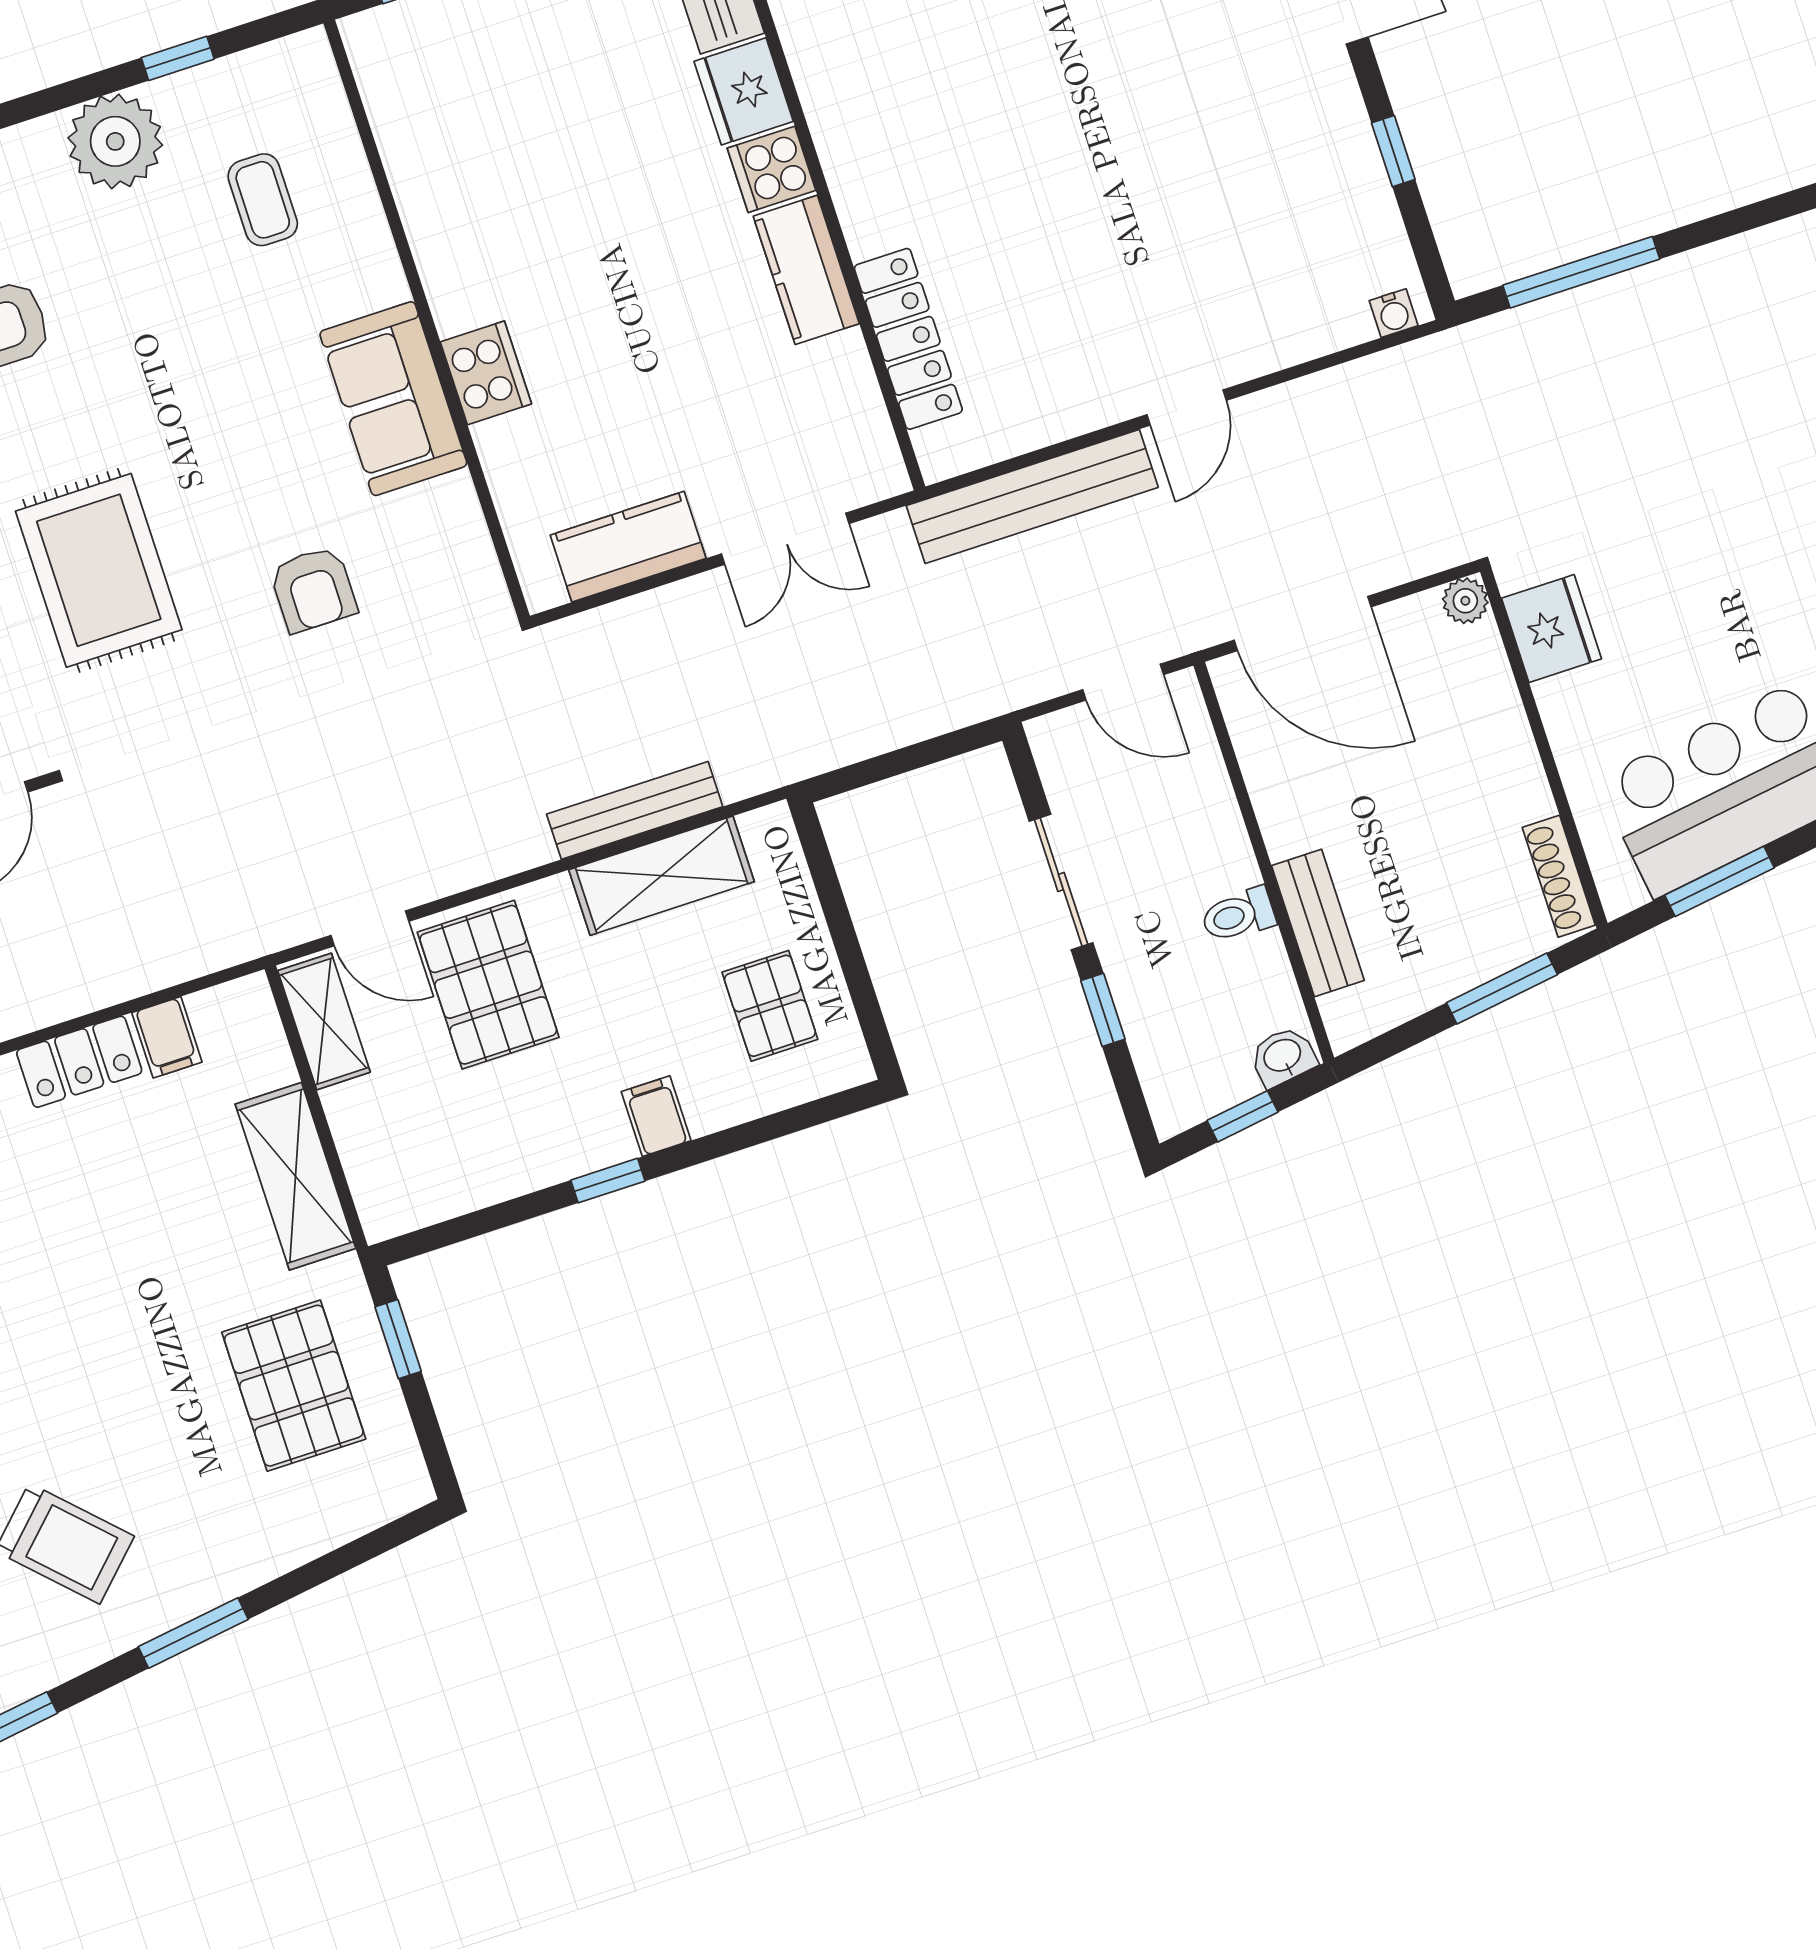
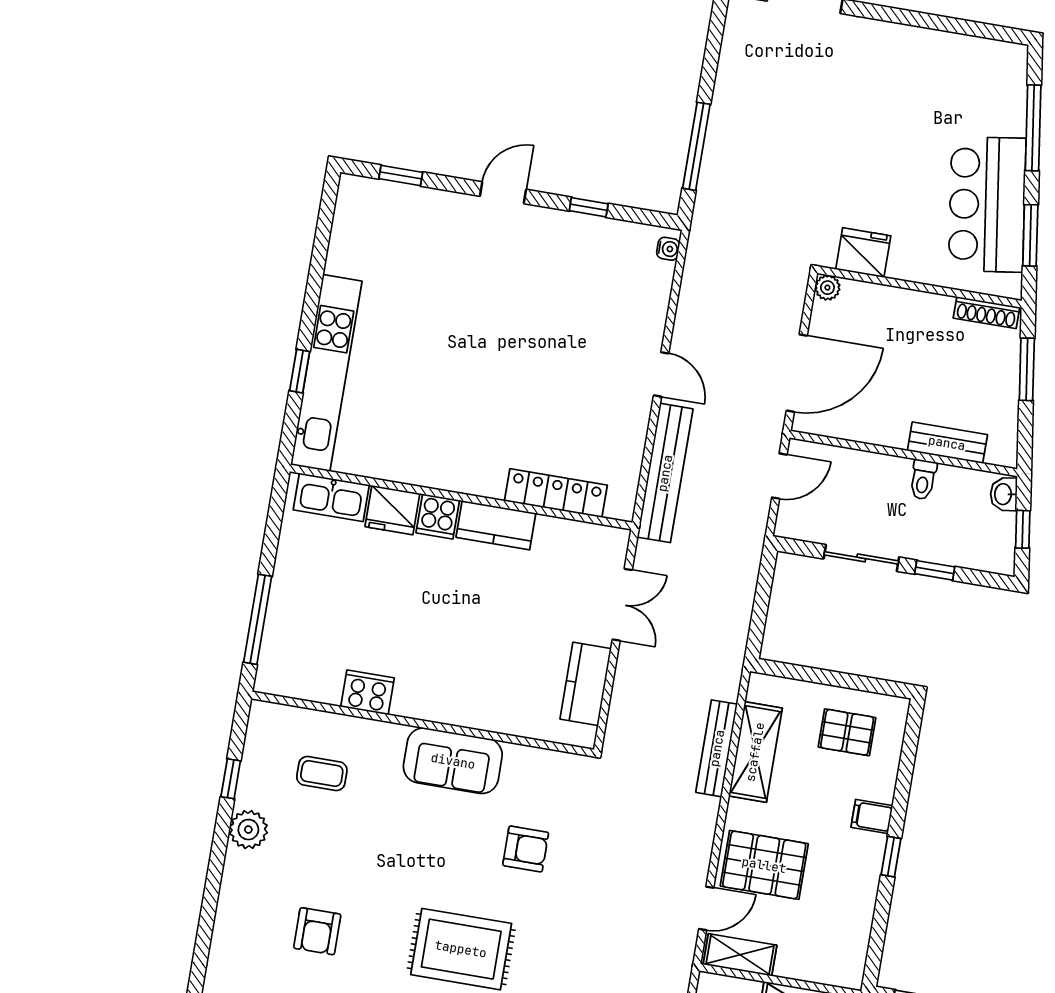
plant: (115, 141) -> (248, 830), width x0.73, depth x0.73
cooker: (486, 373) -> (368, 692), moved

